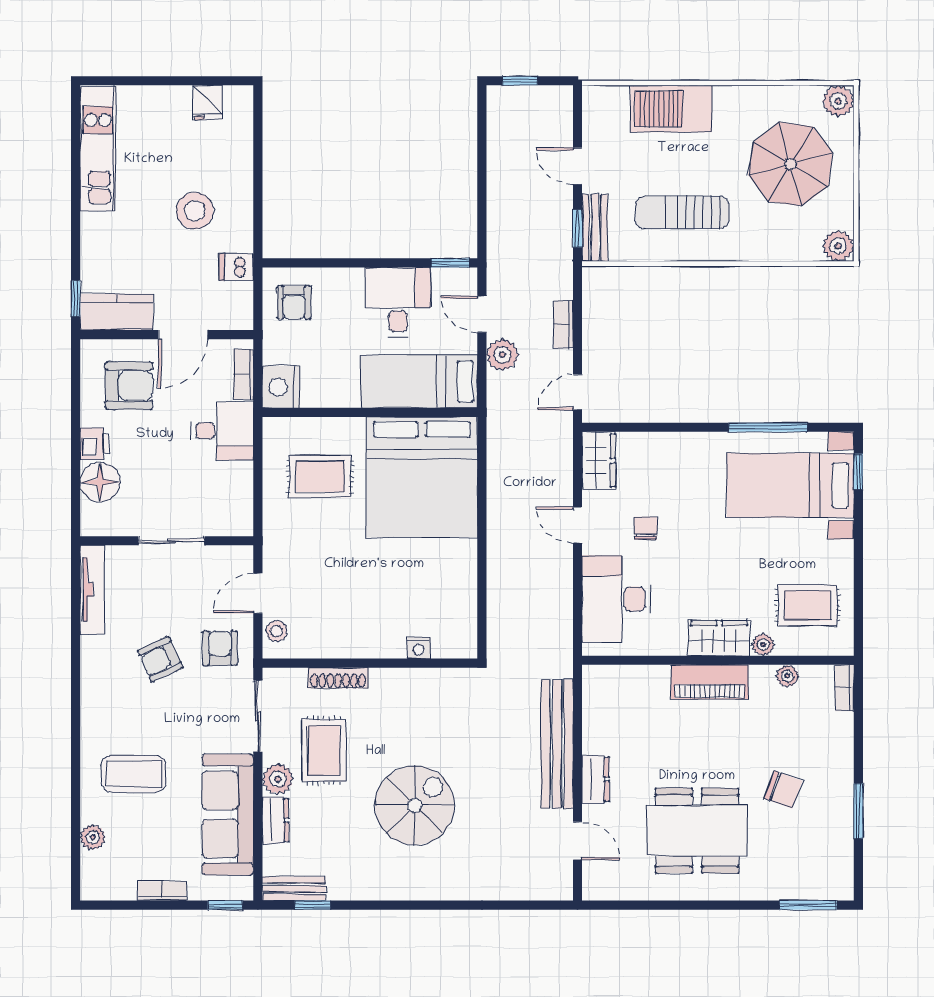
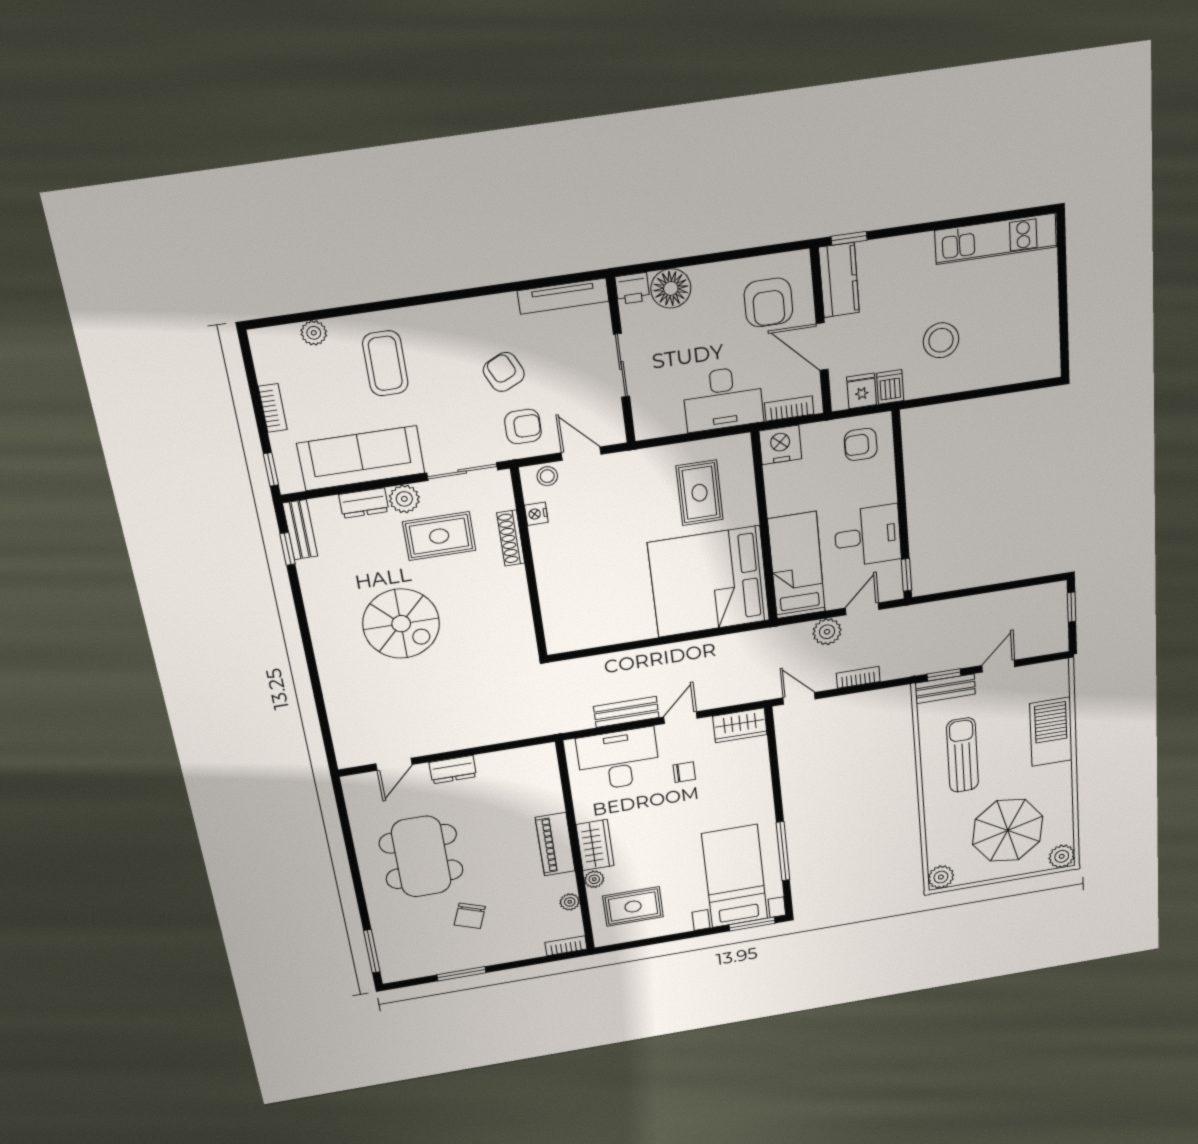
fridge: (207, 103) -> (862, 391), moved, turned 90
desk: (222, 431) -> (723, 399), width x1.37
printer: (95, 444) -> (632, 288), moved
window: (858, 472) -> (752, 924), width x1.50
rug: (808, 605) -> (633, 907), turned 90
nightstand: (419, 648) -> (536, 514), moved
bench: (557, 744) -> (626, 712), moved, width x0.54, depth x0.82

